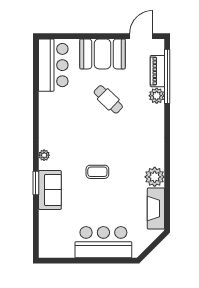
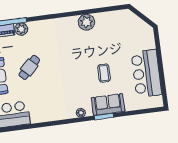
coffee table: (97, 172) -> (104, 73), moved
fireplace: (156, 209) -> (112, 18), removed
bar counter: (103, 242) -> (146, 73), moved

